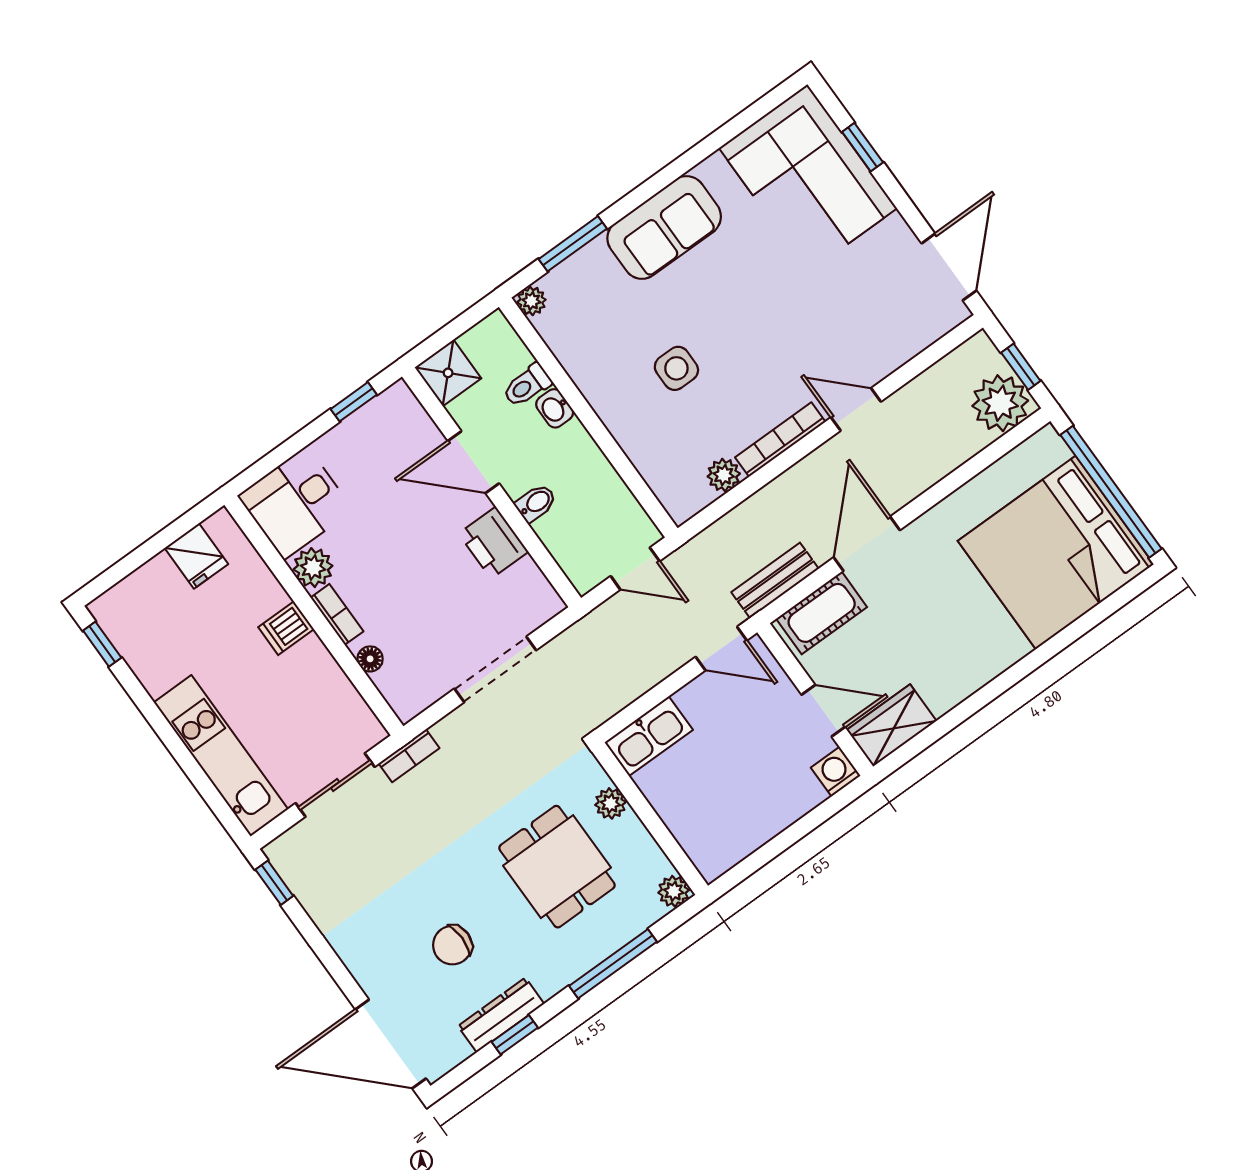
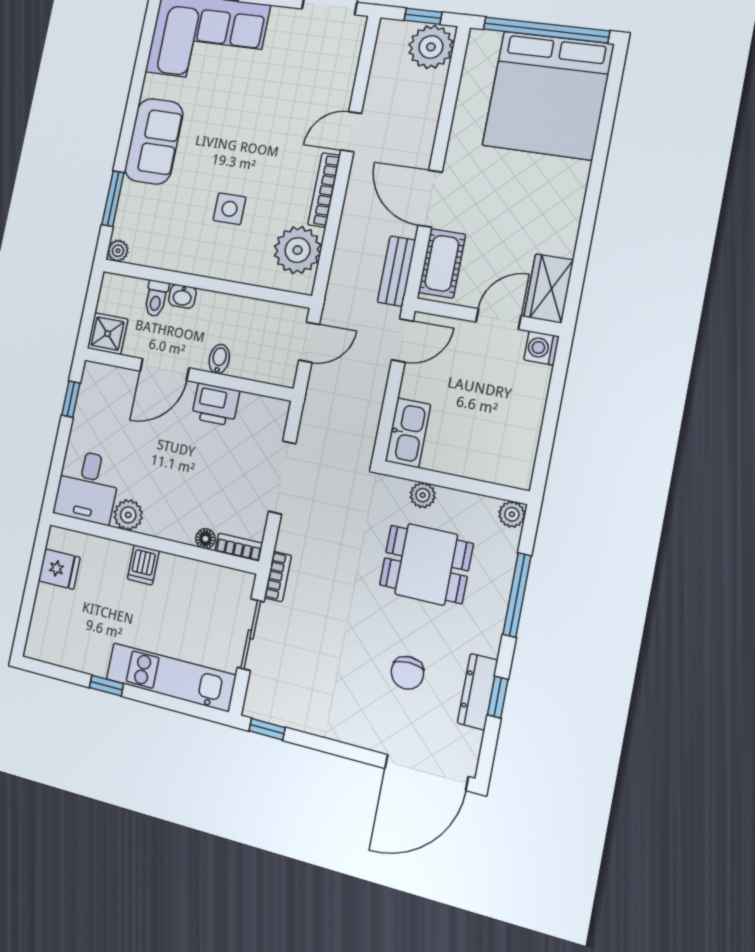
plant: (724, 475) -> (298, 250), width x1.87, depth x1.87
bookcase: (337, 614) -> (239, 547), moved
window: (102, 644) -> (106, 686), moved

